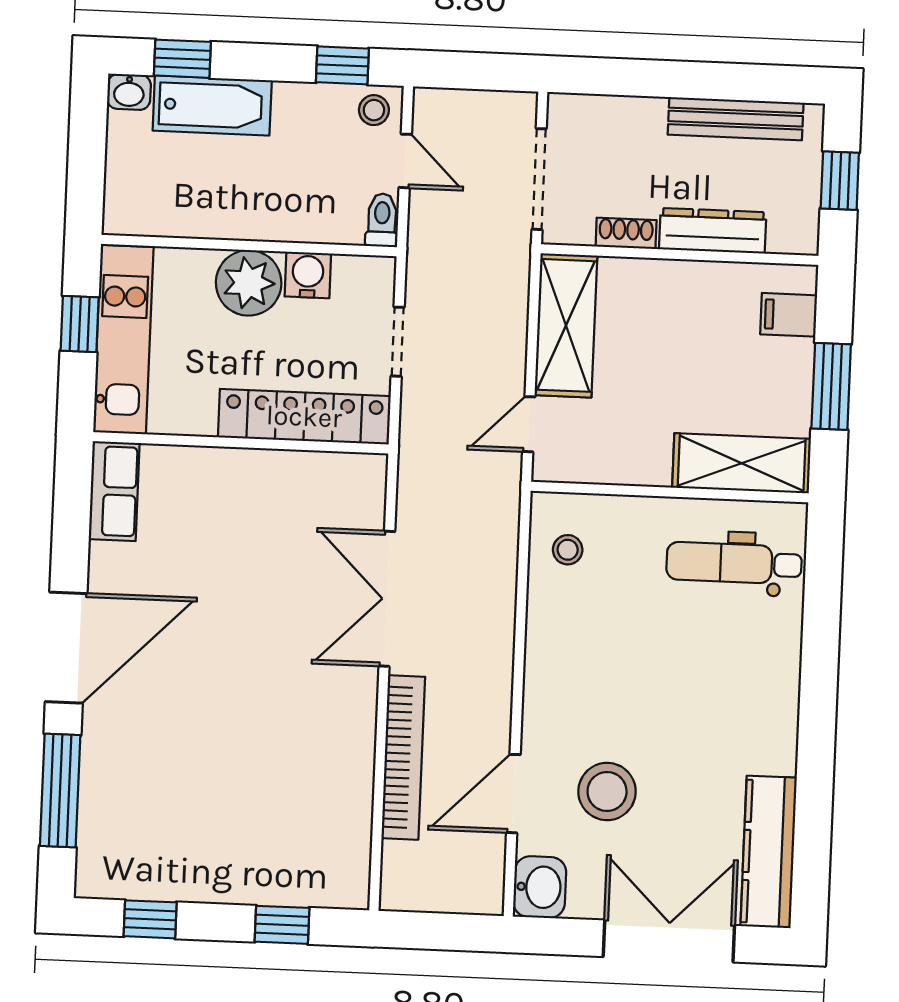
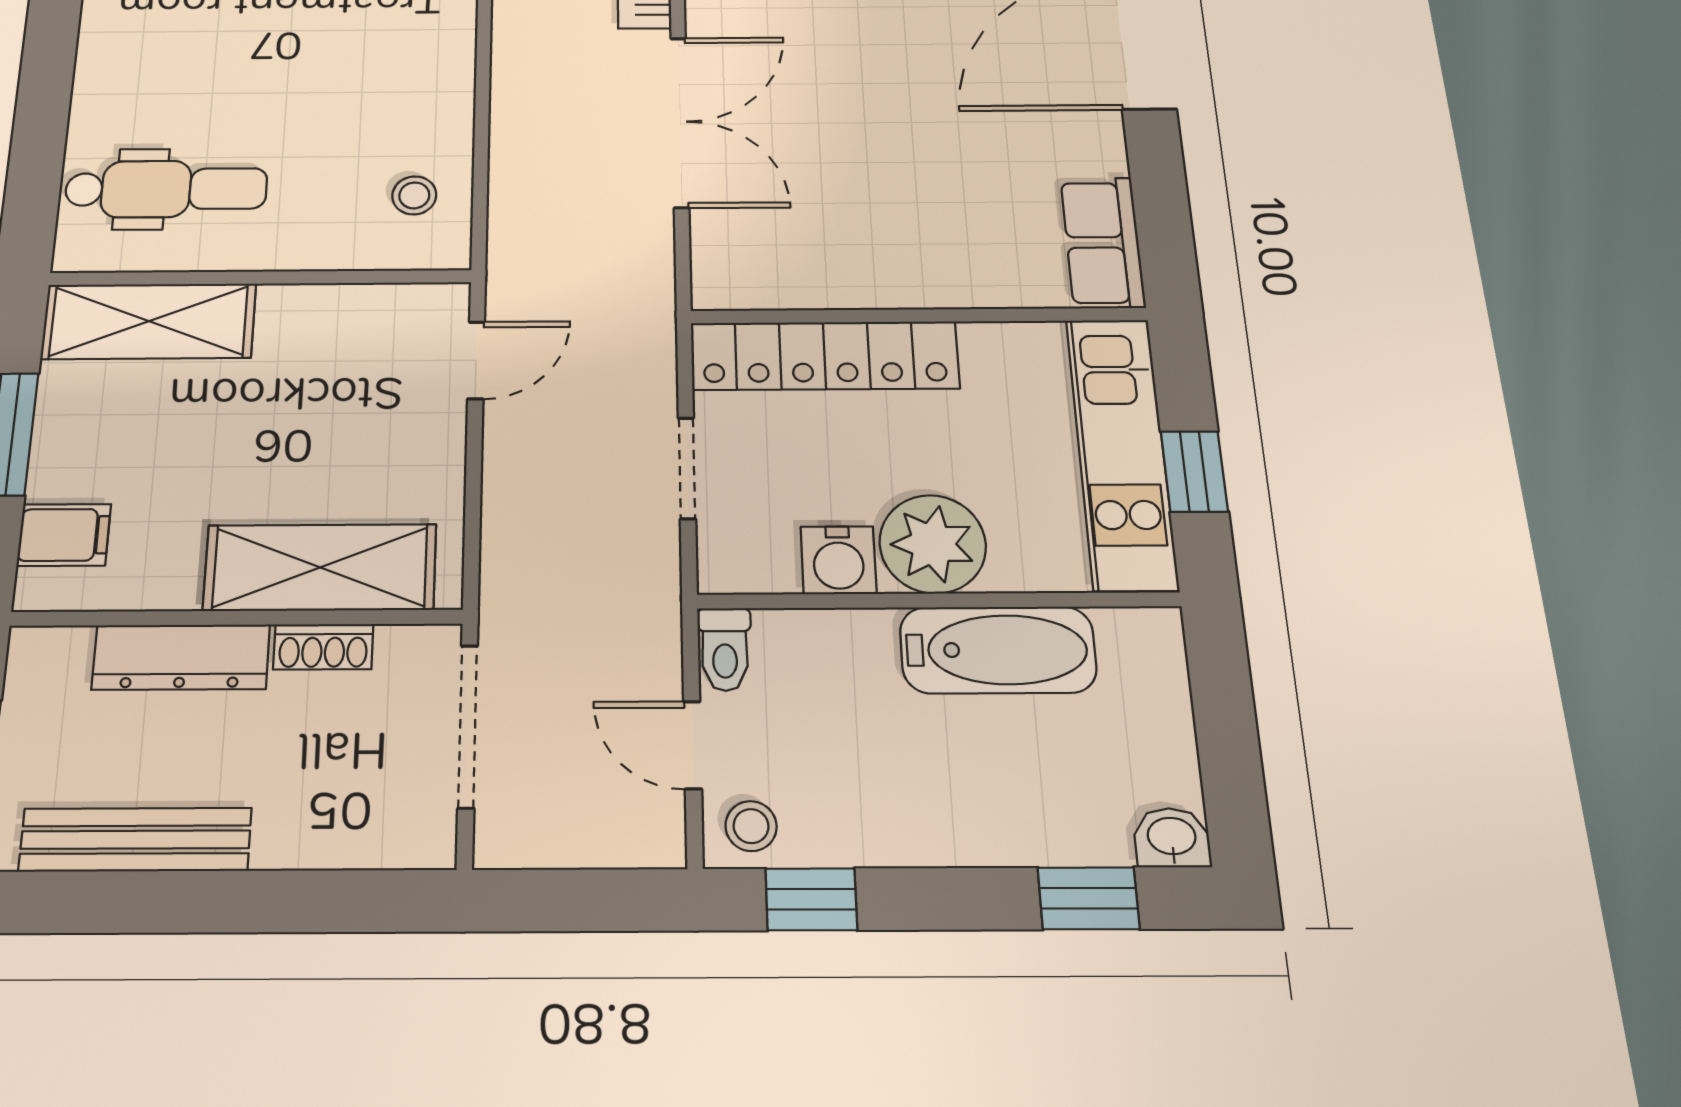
bathtub: (212, 106) -> (998, 650), moved, turned 180
shelving: (566, 325) -> (320, 567), moved, turned 90

